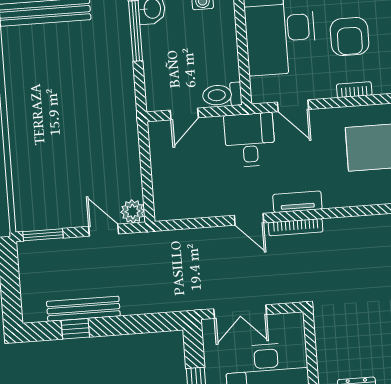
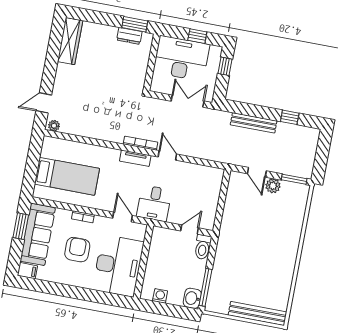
toilet: (222, 95) -> (203, 247), moved, turned 90
plant: (133, 211) -> (273, 186), moved
bench: (83, 309) -> (254, 123), moved

